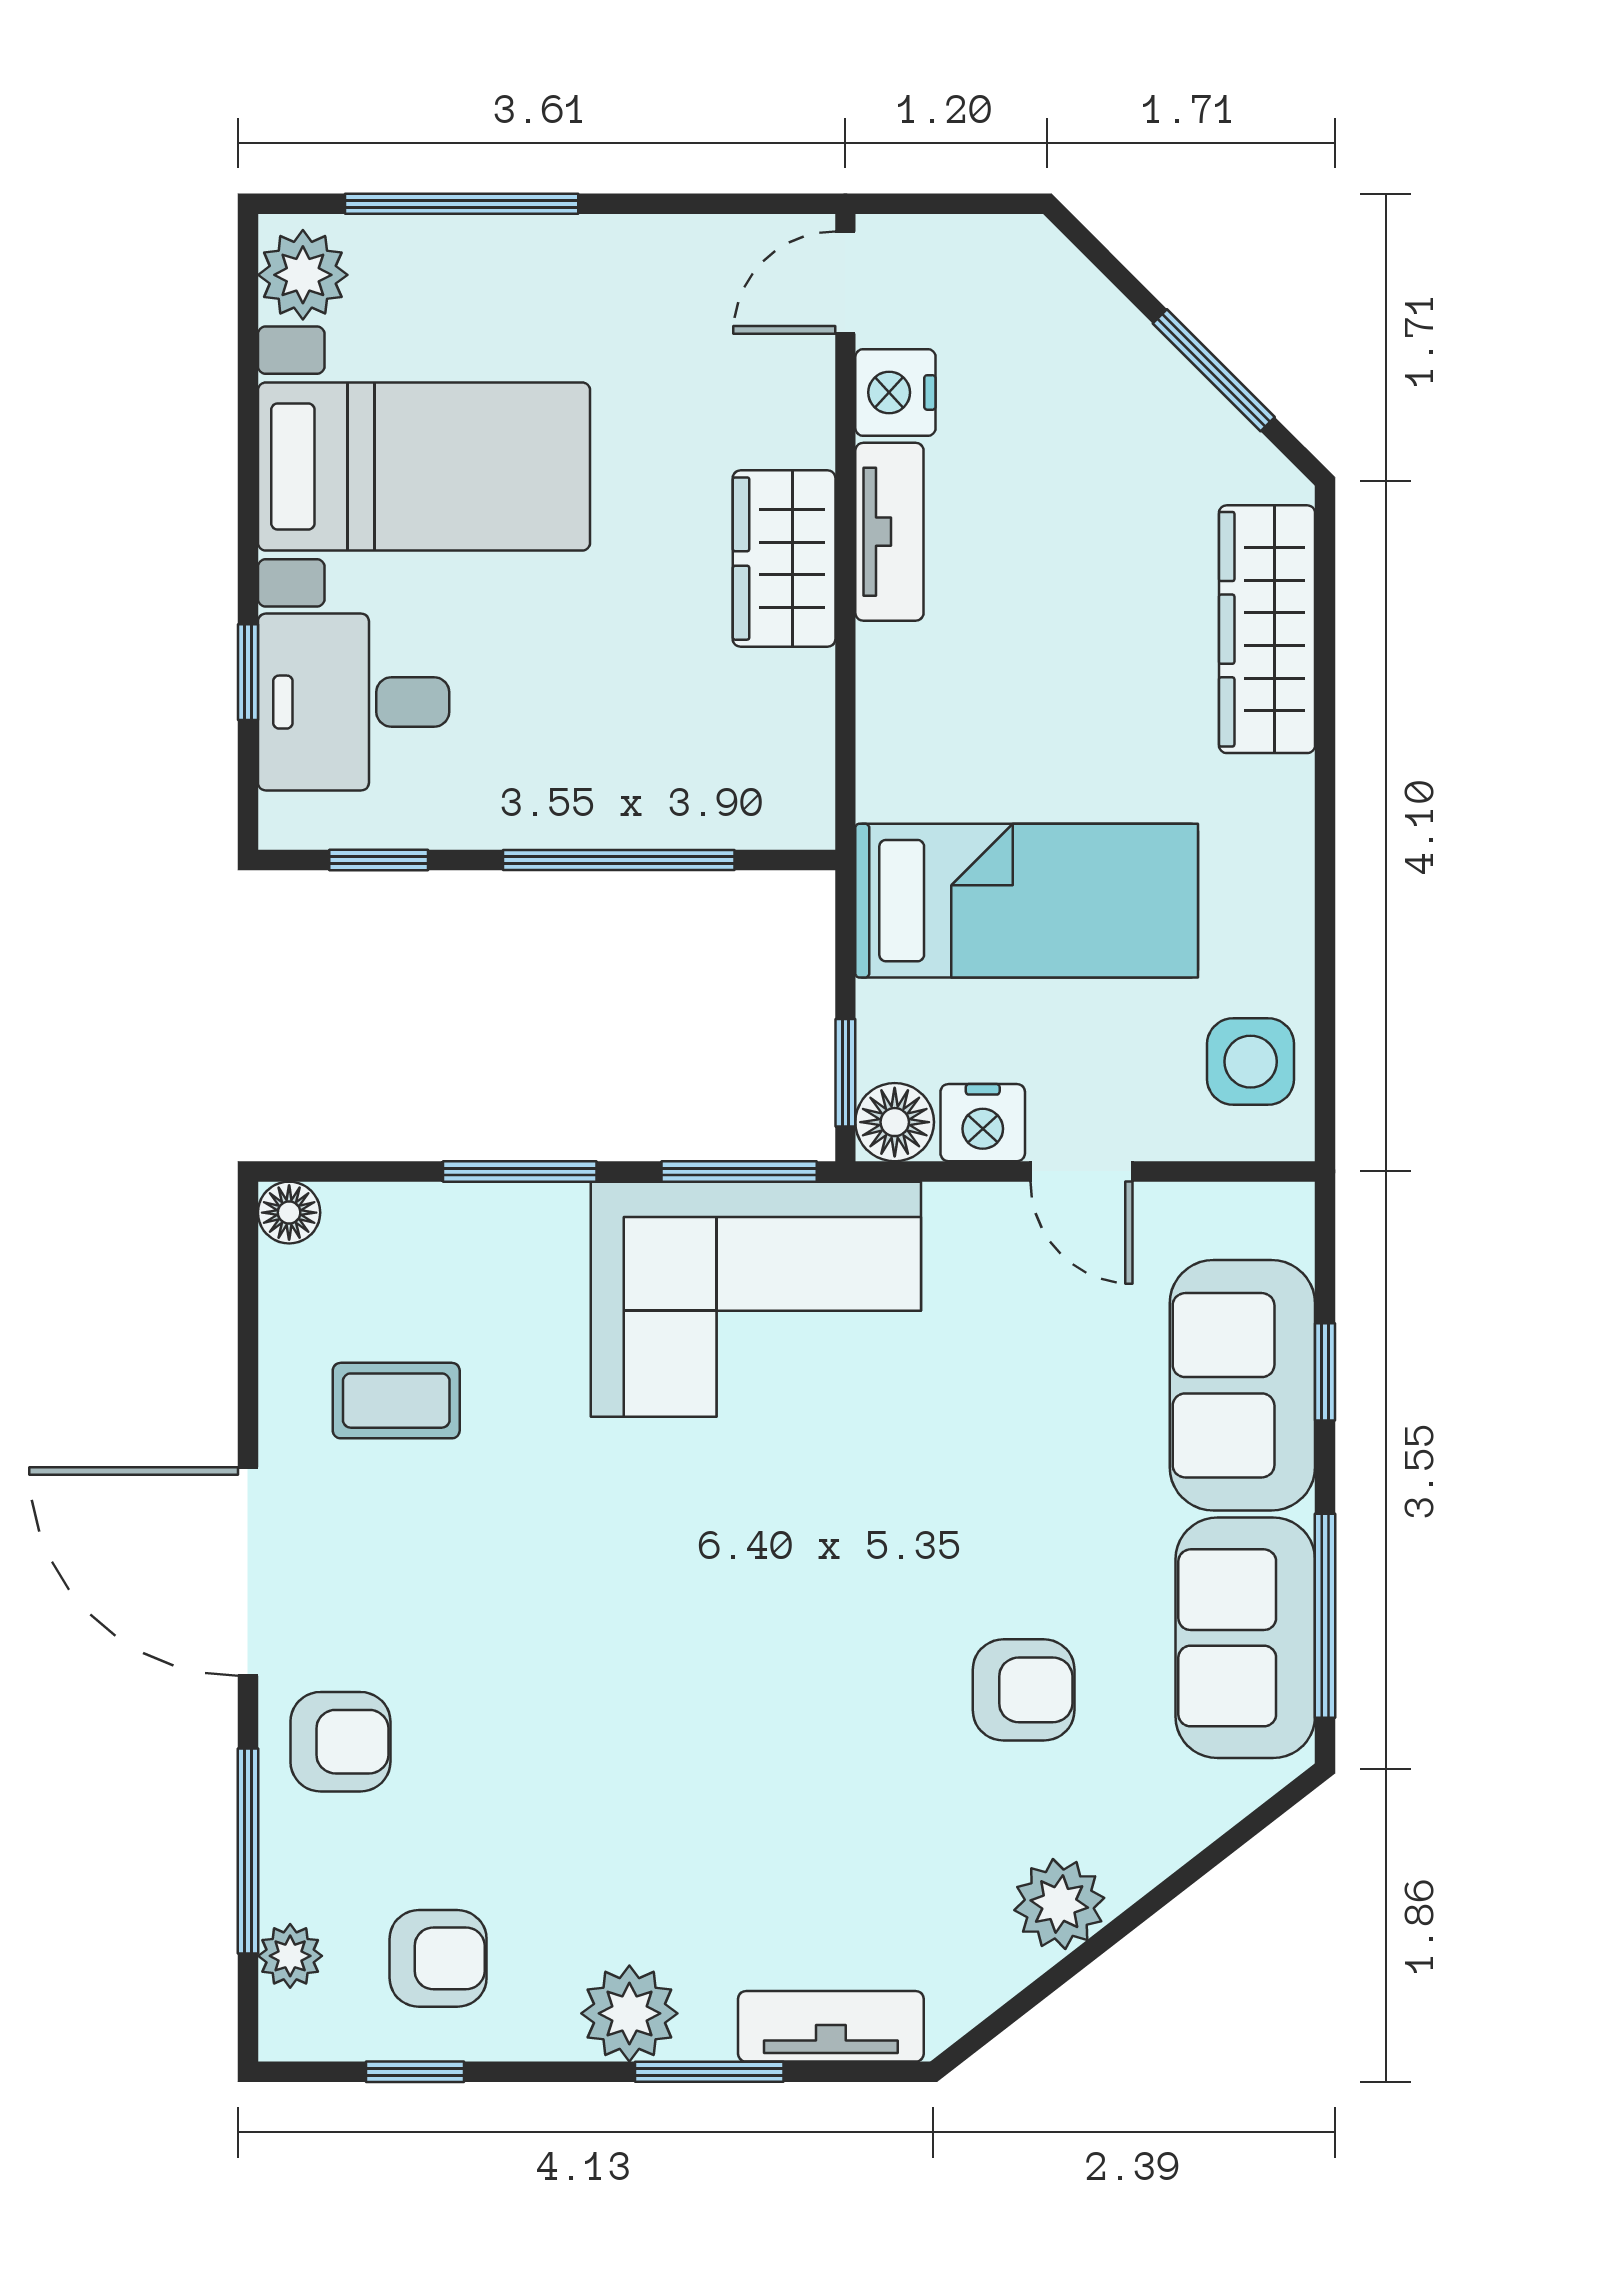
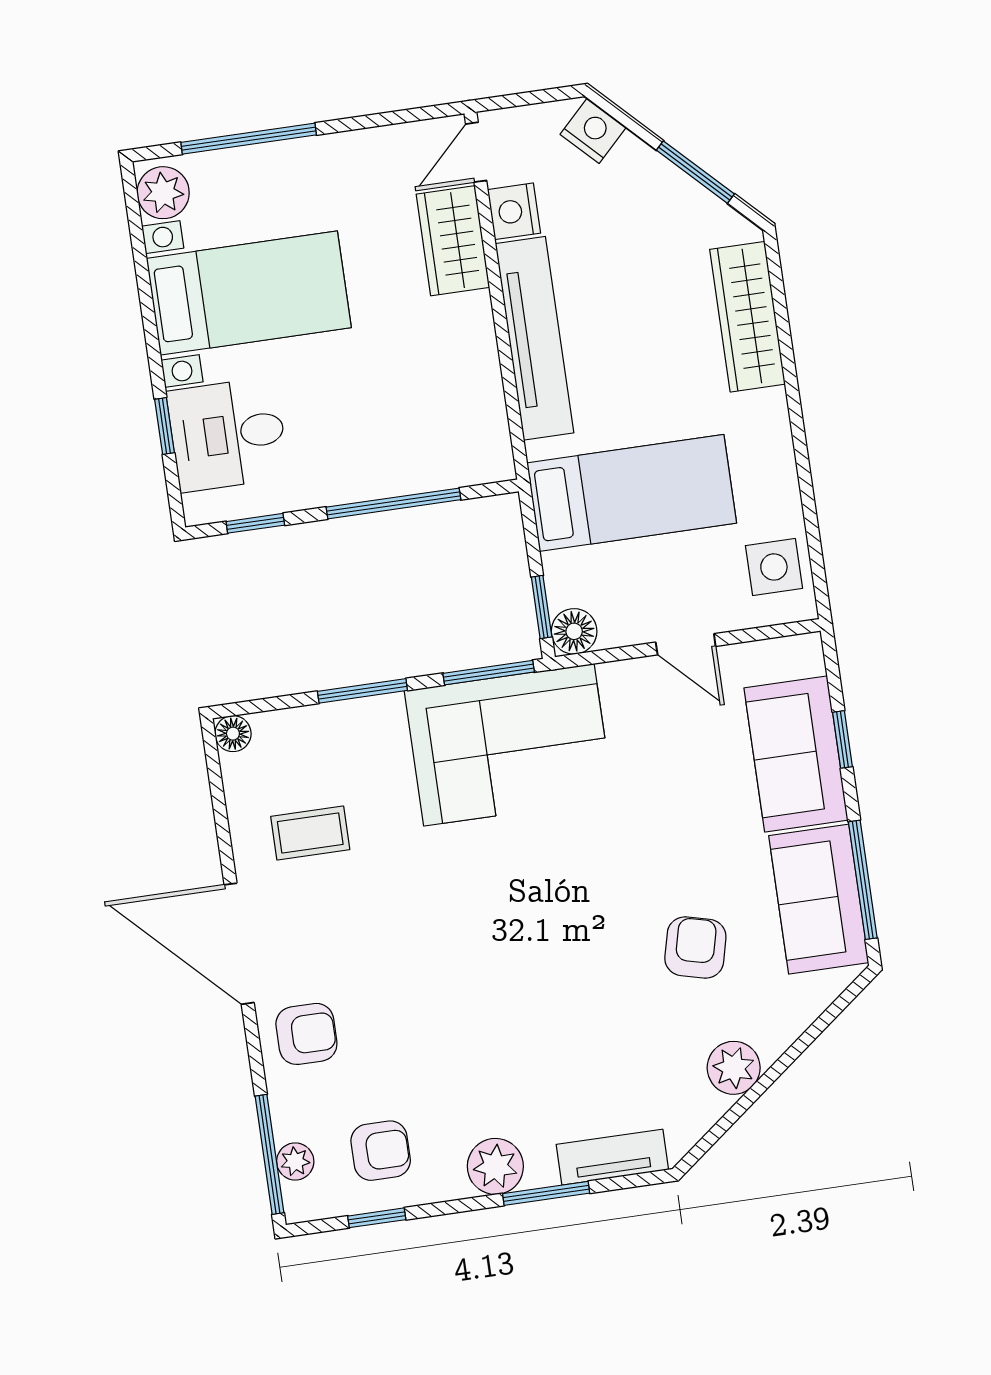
tv unit: (889, 532) -> (534, 338), width x1.92, depth x1.29
wardrobe: (784, 559) -> (453, 241), moved
nightstand: (983, 1123) -> (593, 131), moved, turned -135
armchair: (1024, 1690) -> (695, 947), turned -76
window: (248, 1851) -> (269, 1154), moved

